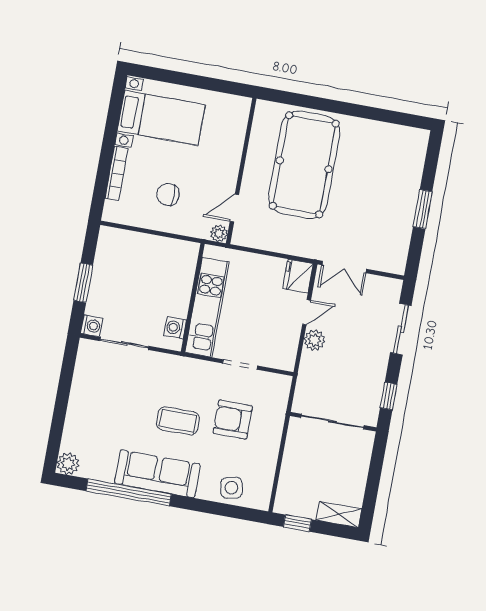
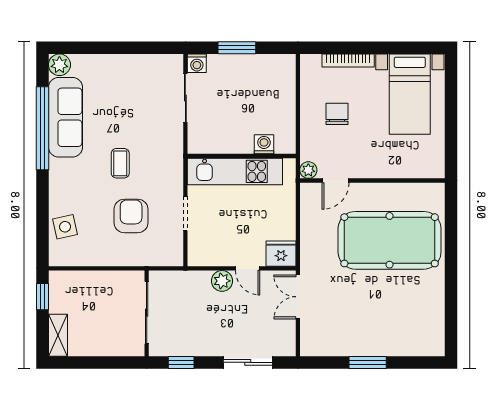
door: (234, 208) -> (336, 181), swing flipped
washing machine: (175, 328) -> (264, 144), moved
coffee table: (178, 421) -> (120, 163), width x0.73, depth x0.77
sofa: (157, 474) -> (66, 117), moved

